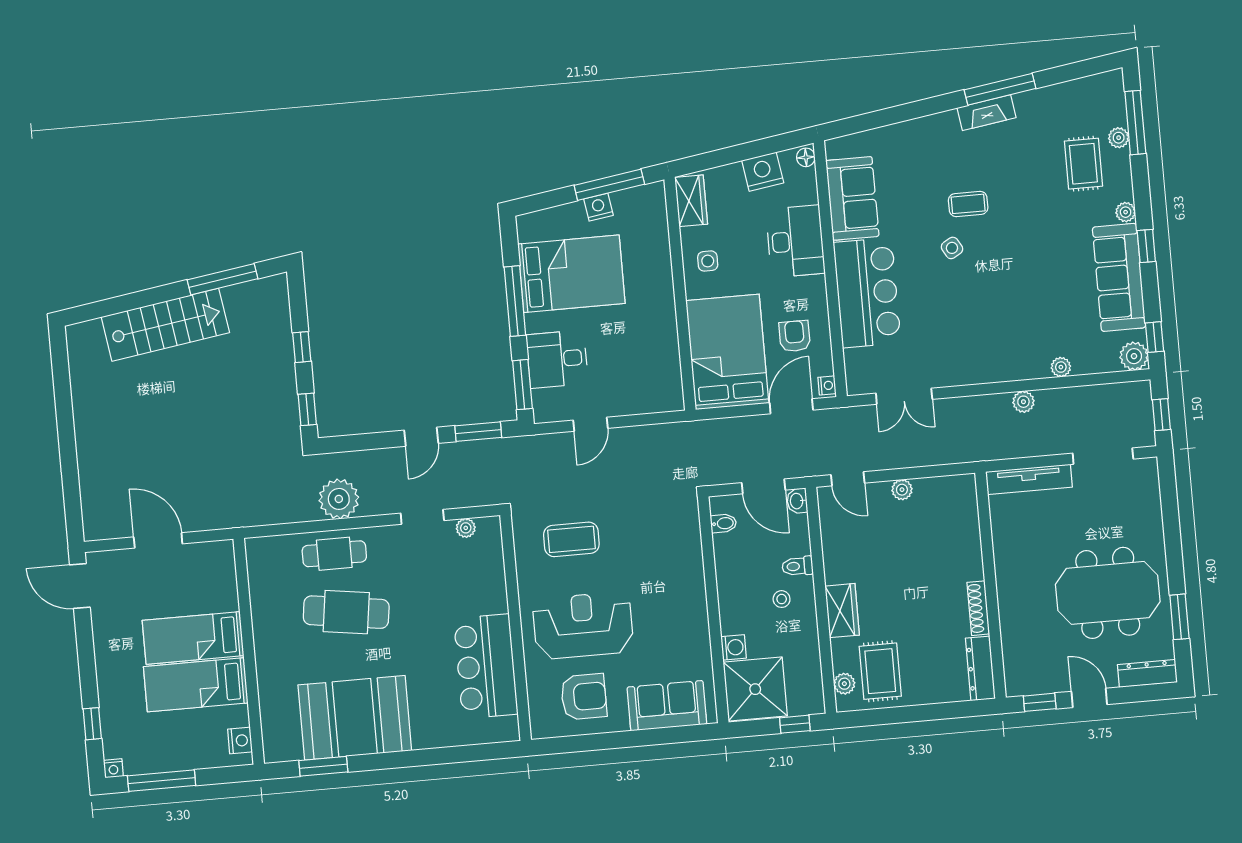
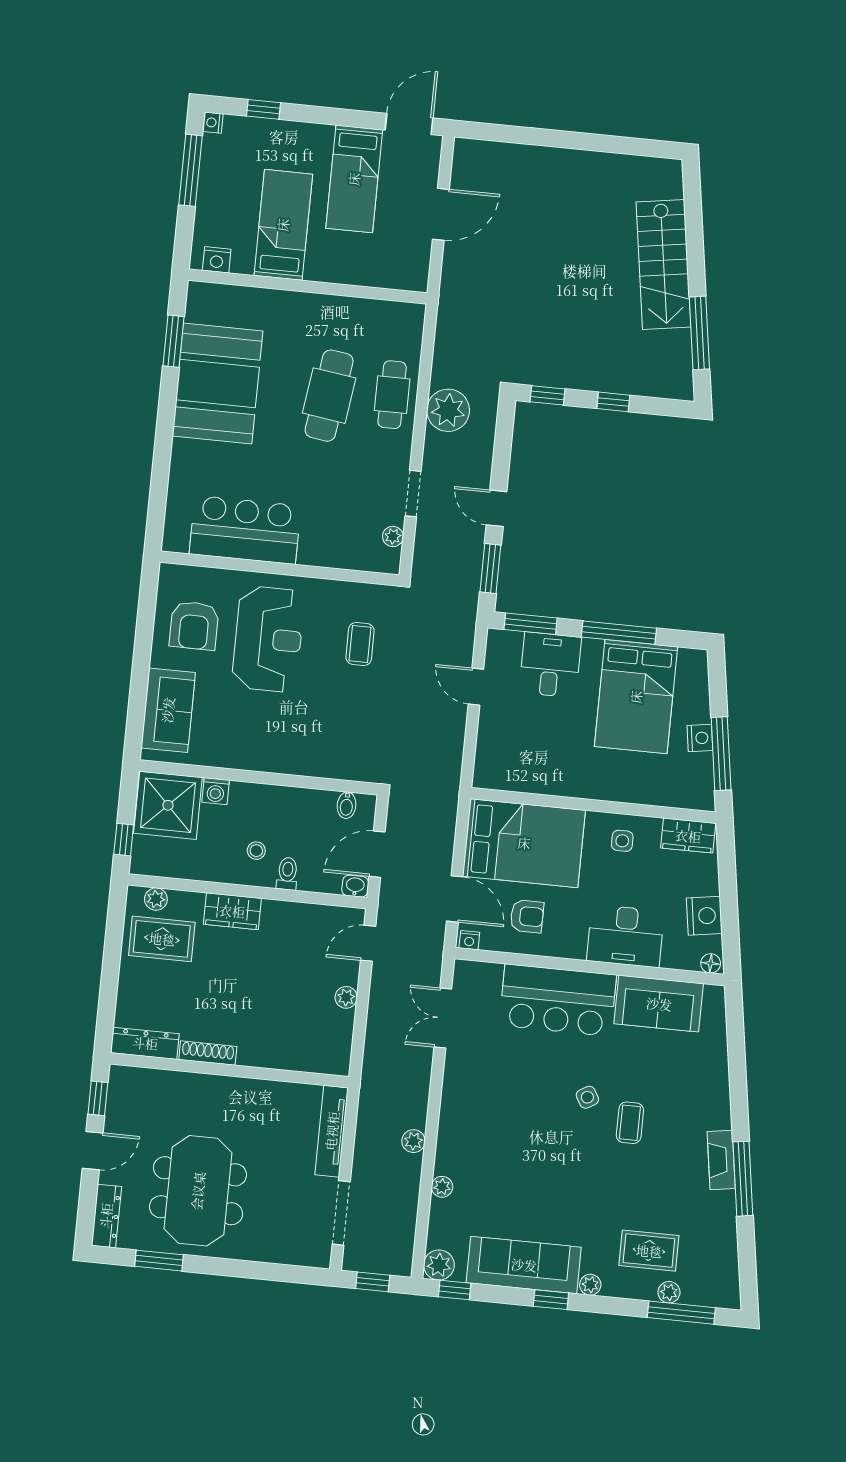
coffee table: (571, 539) -> (360, 644), width x0.73, depth x0.77
bed: (193, 638) -> (354, 179), moved, turned 180

